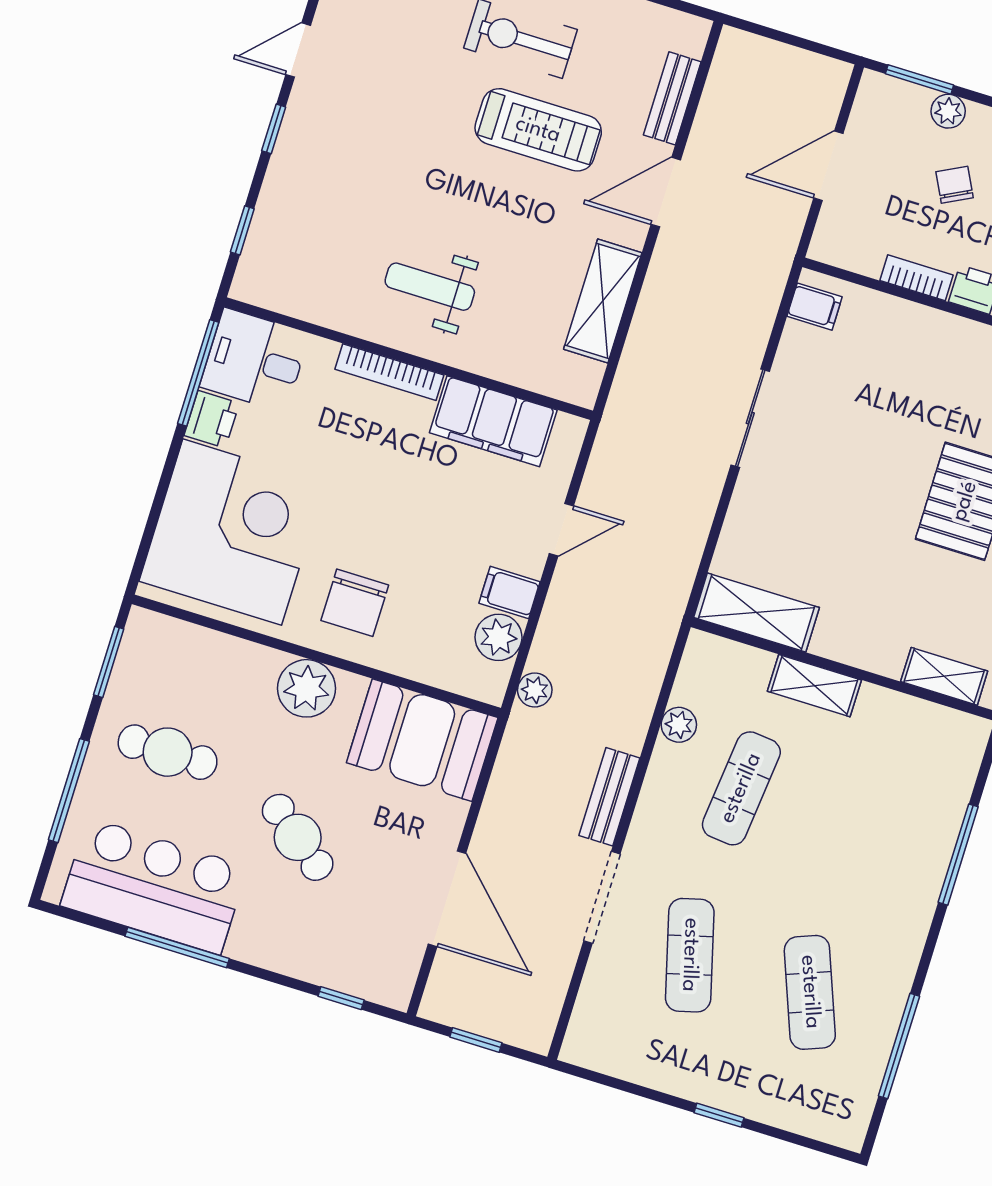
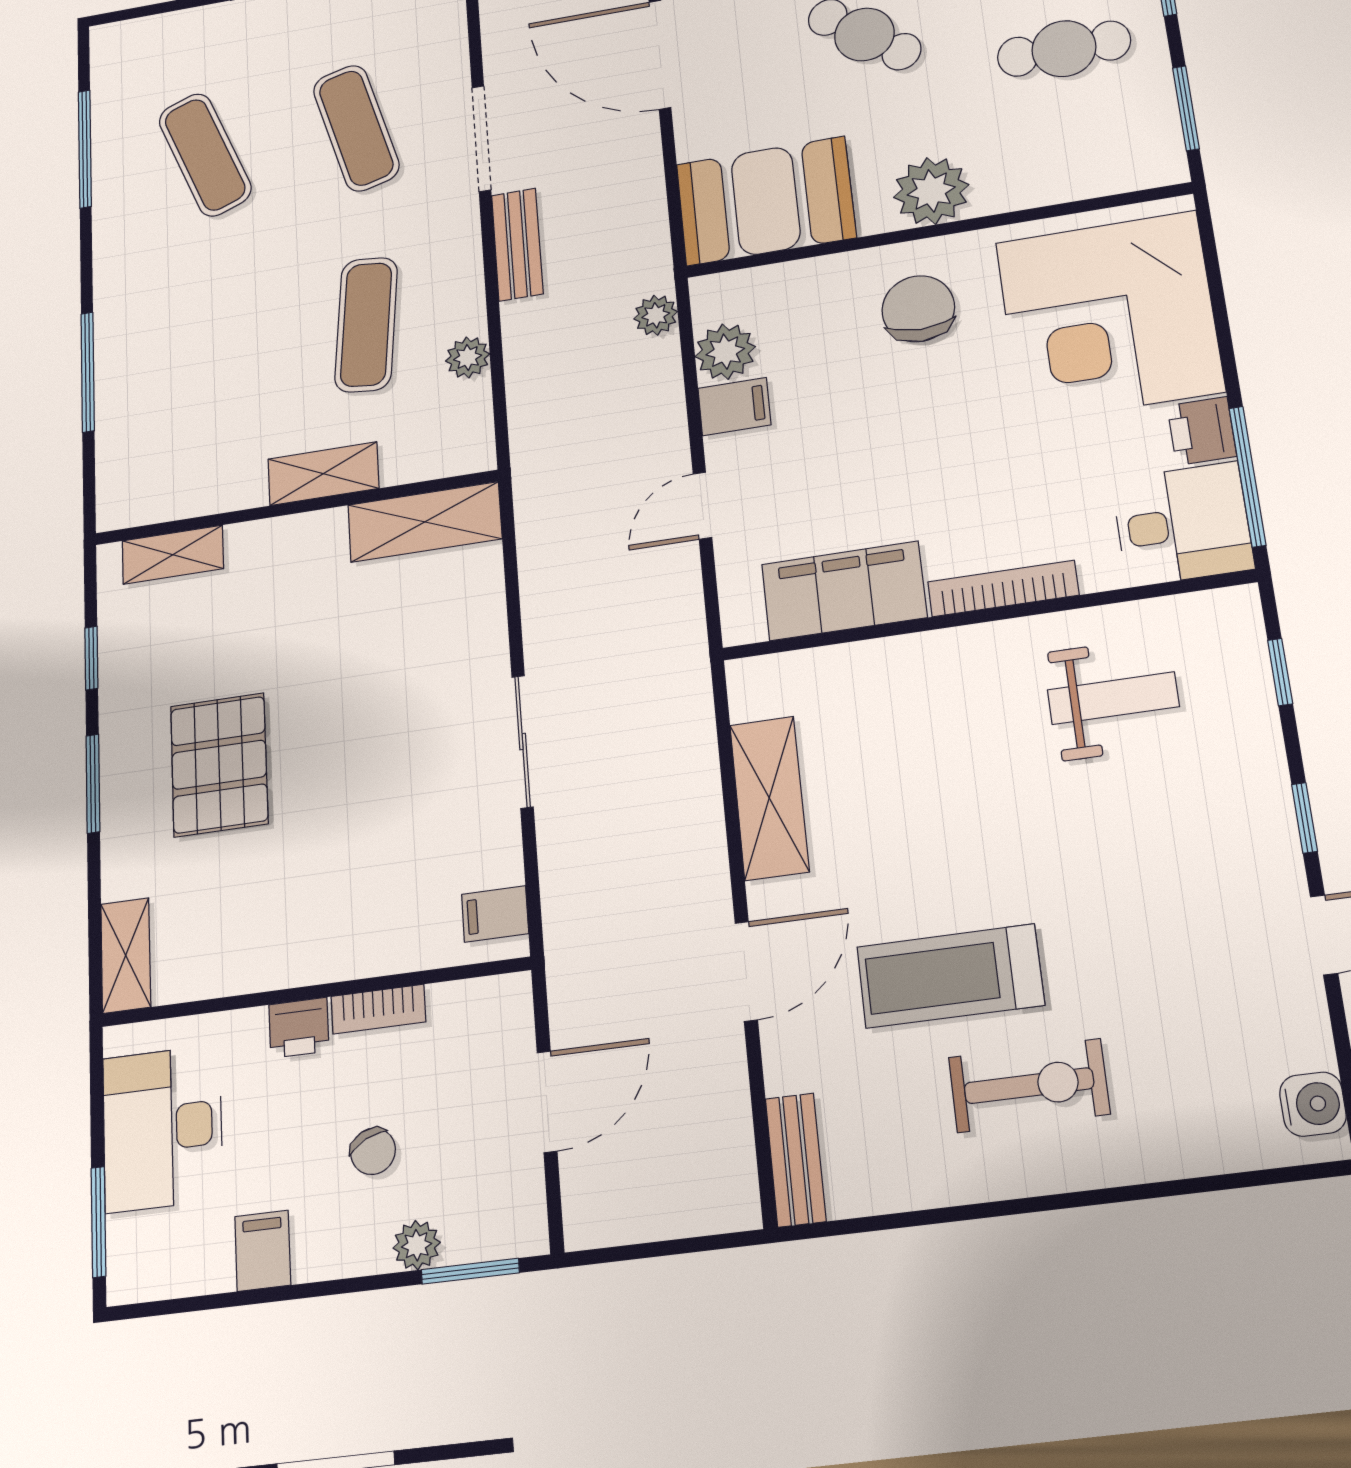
bench: (672, 98) -> (796, 1160), moved
weight bench: (430, 287) -> (1113, 698), moved

